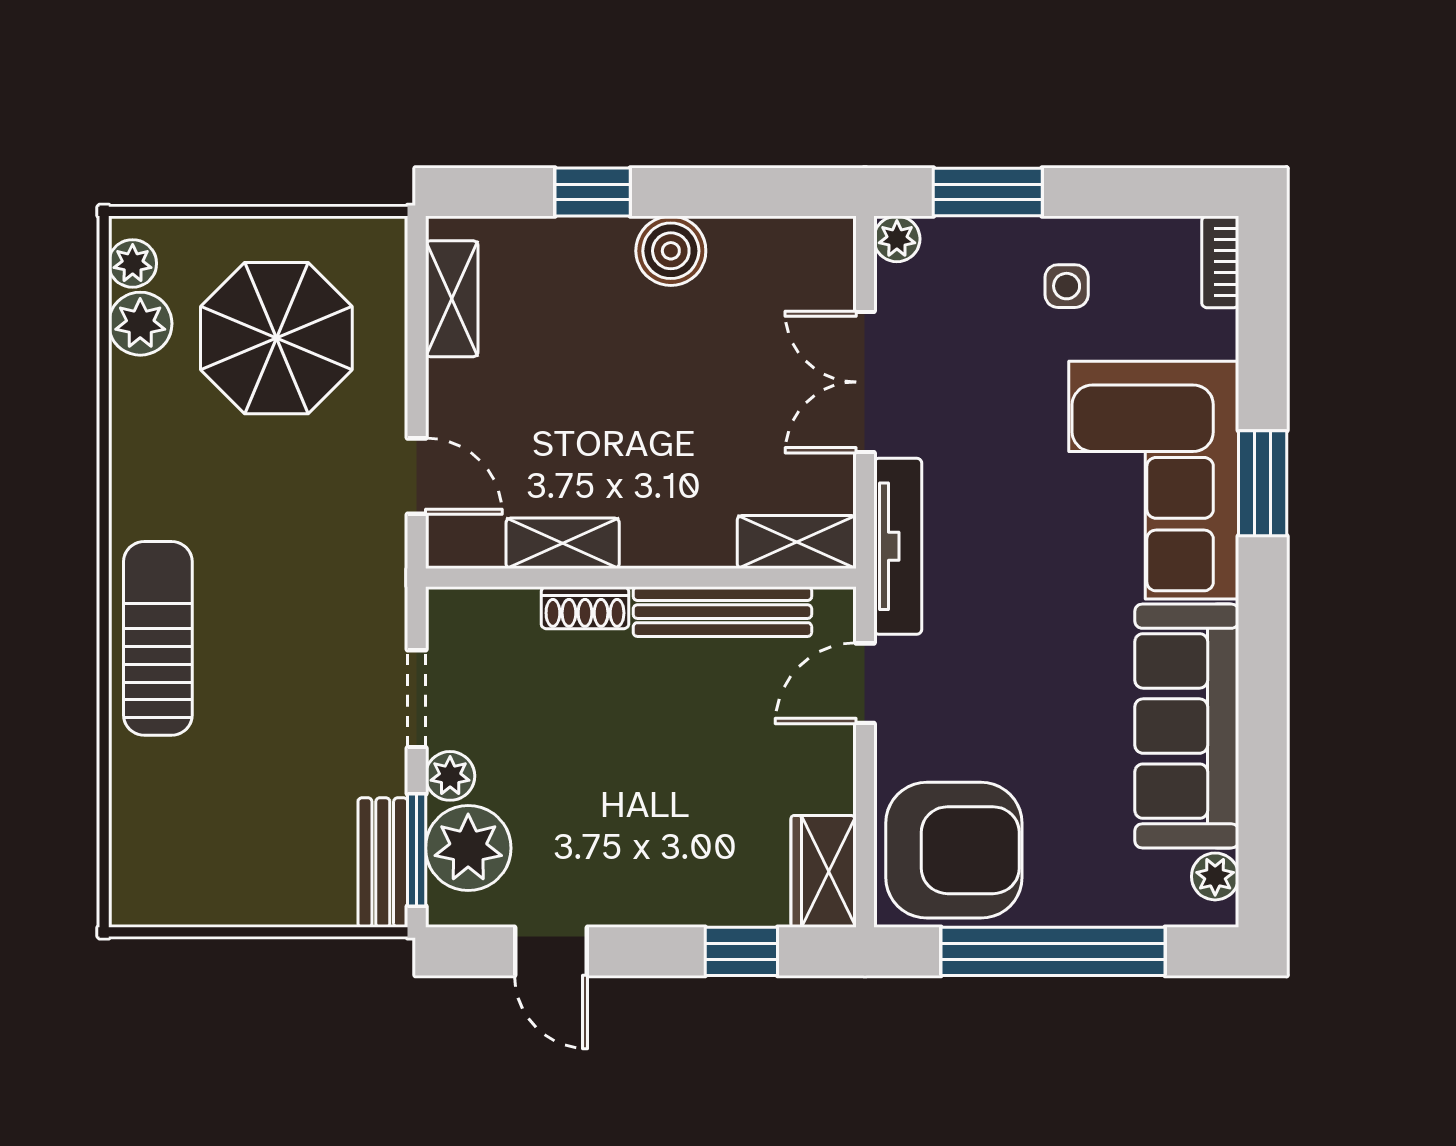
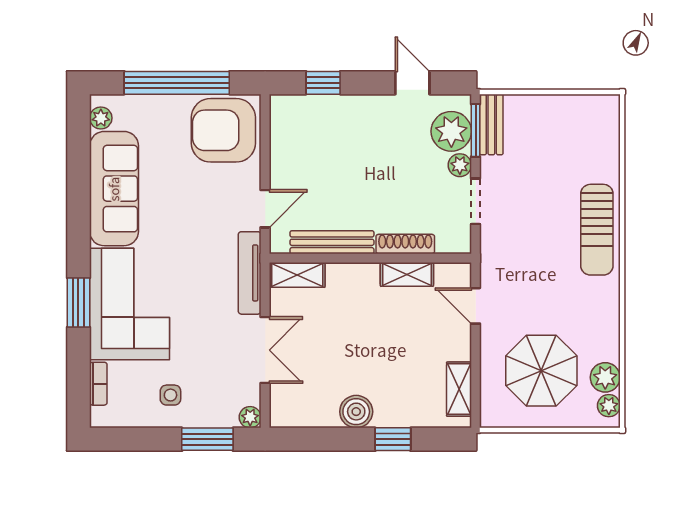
bookcase: (1220, 262) -> (98, 384), moved
shoe rack: (585, 608) -> (405, 244), width x1.43
wardrobe: (824, 871) -> (285, 120), removed

